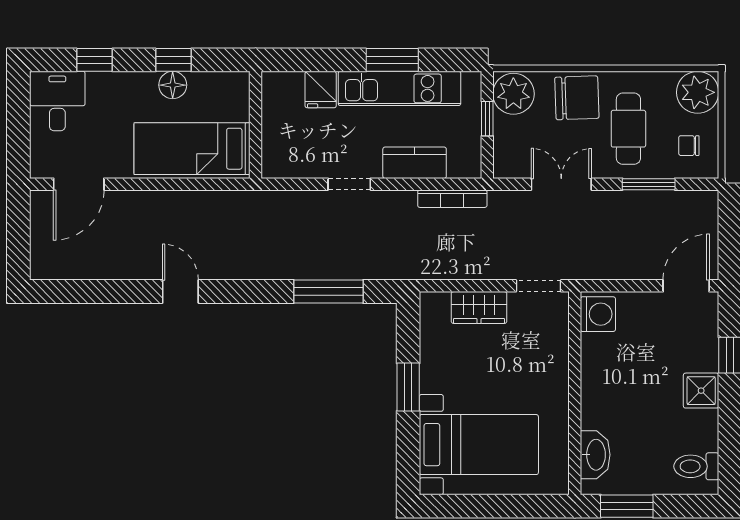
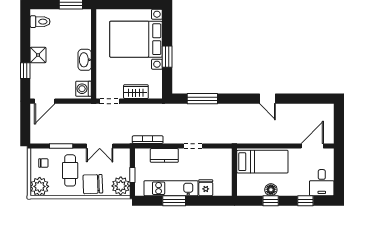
bed with nightstands: (479, 445) -> (136, 39), width x1.36
washbasin: (595, 455) -> (85, 60), moved

